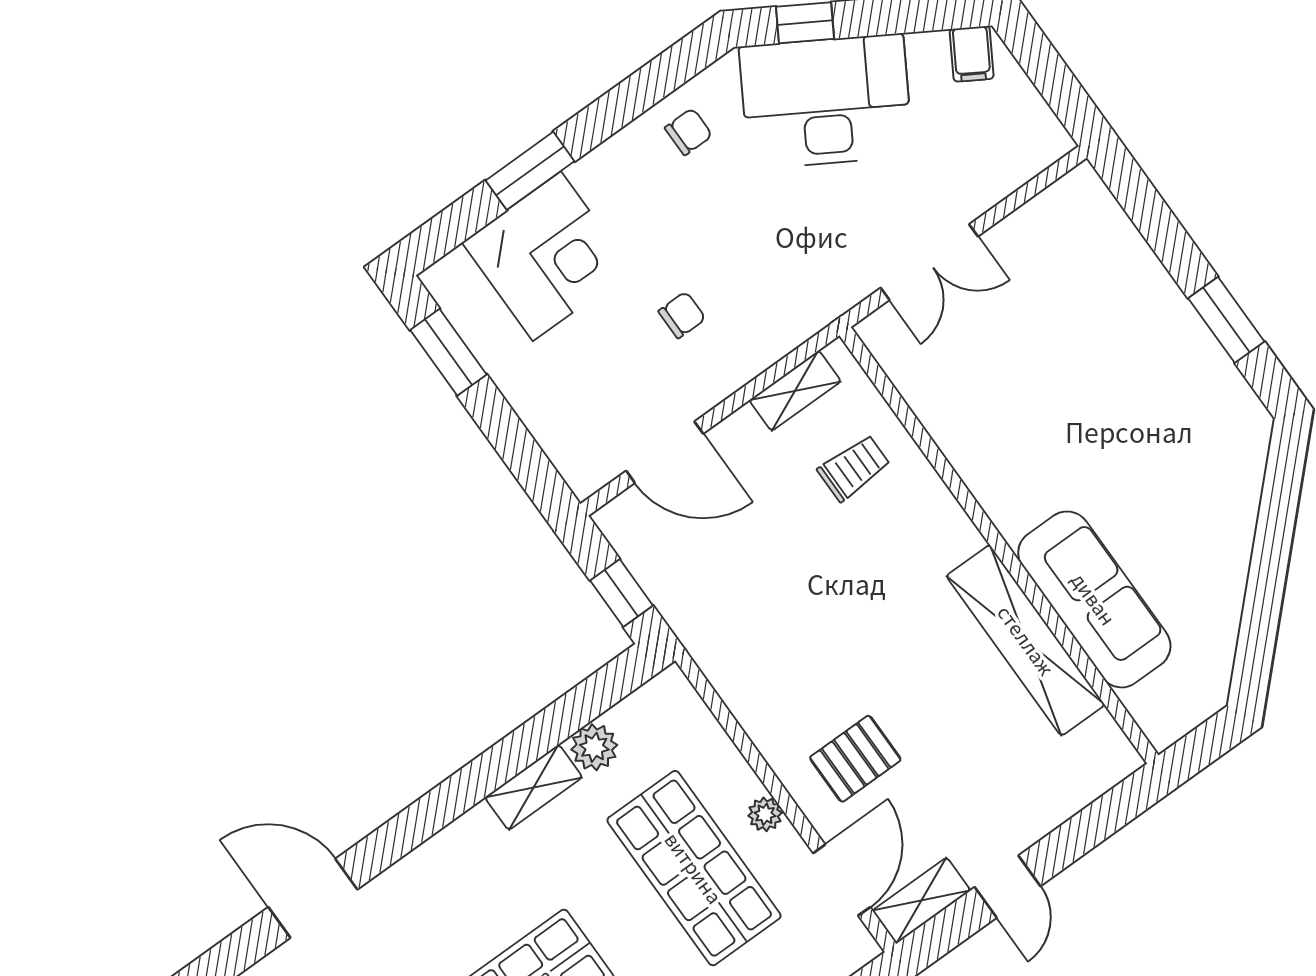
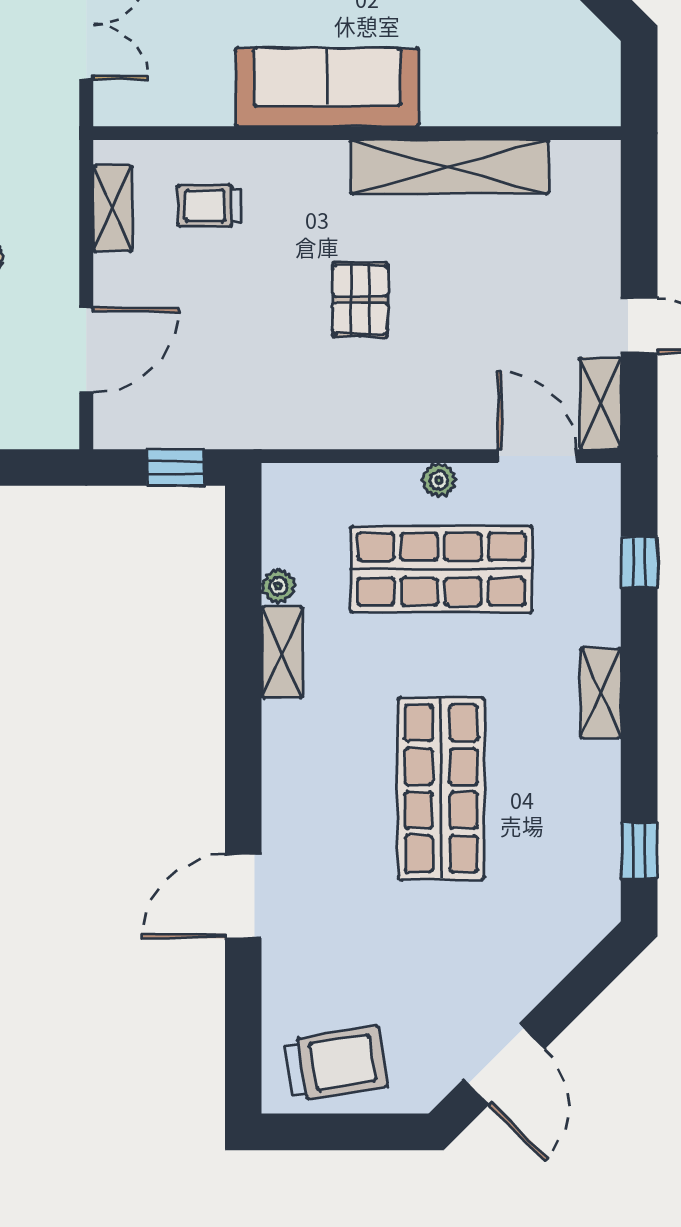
trolley: (854, 468) -> (209, 206), turned -90
sofa: (1094, 599) -> (327, 87), moved
plant: (594, 747) -> (278, 586), width x0.73, depth x0.73
pallet: (855, 759) -> (360, 300), moved

